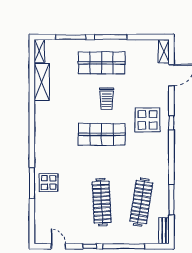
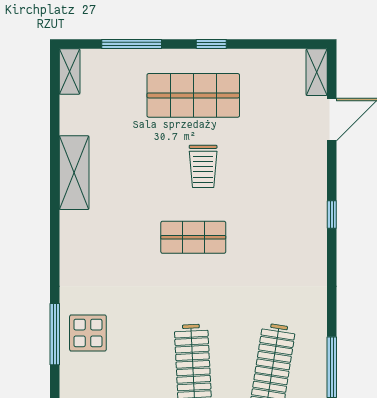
window: (111, 37) -> (211, 44), width x0.46
shelving: (42, 82) -> (74, 173), moved
display table: (147, 120) -> (284, 208), removed
shop shelf: (102, 134) -> (193, 237), width x0.70, depth x0.74

